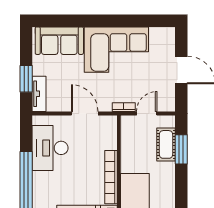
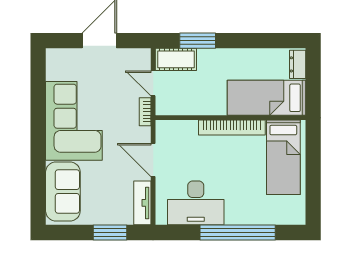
tv unit: (39, 94) -> (142, 203), moved, turned -90
door: (85, 113) -> (153, 160), hinge flipped
cot: (166, 144) -> (176, 59), moved

